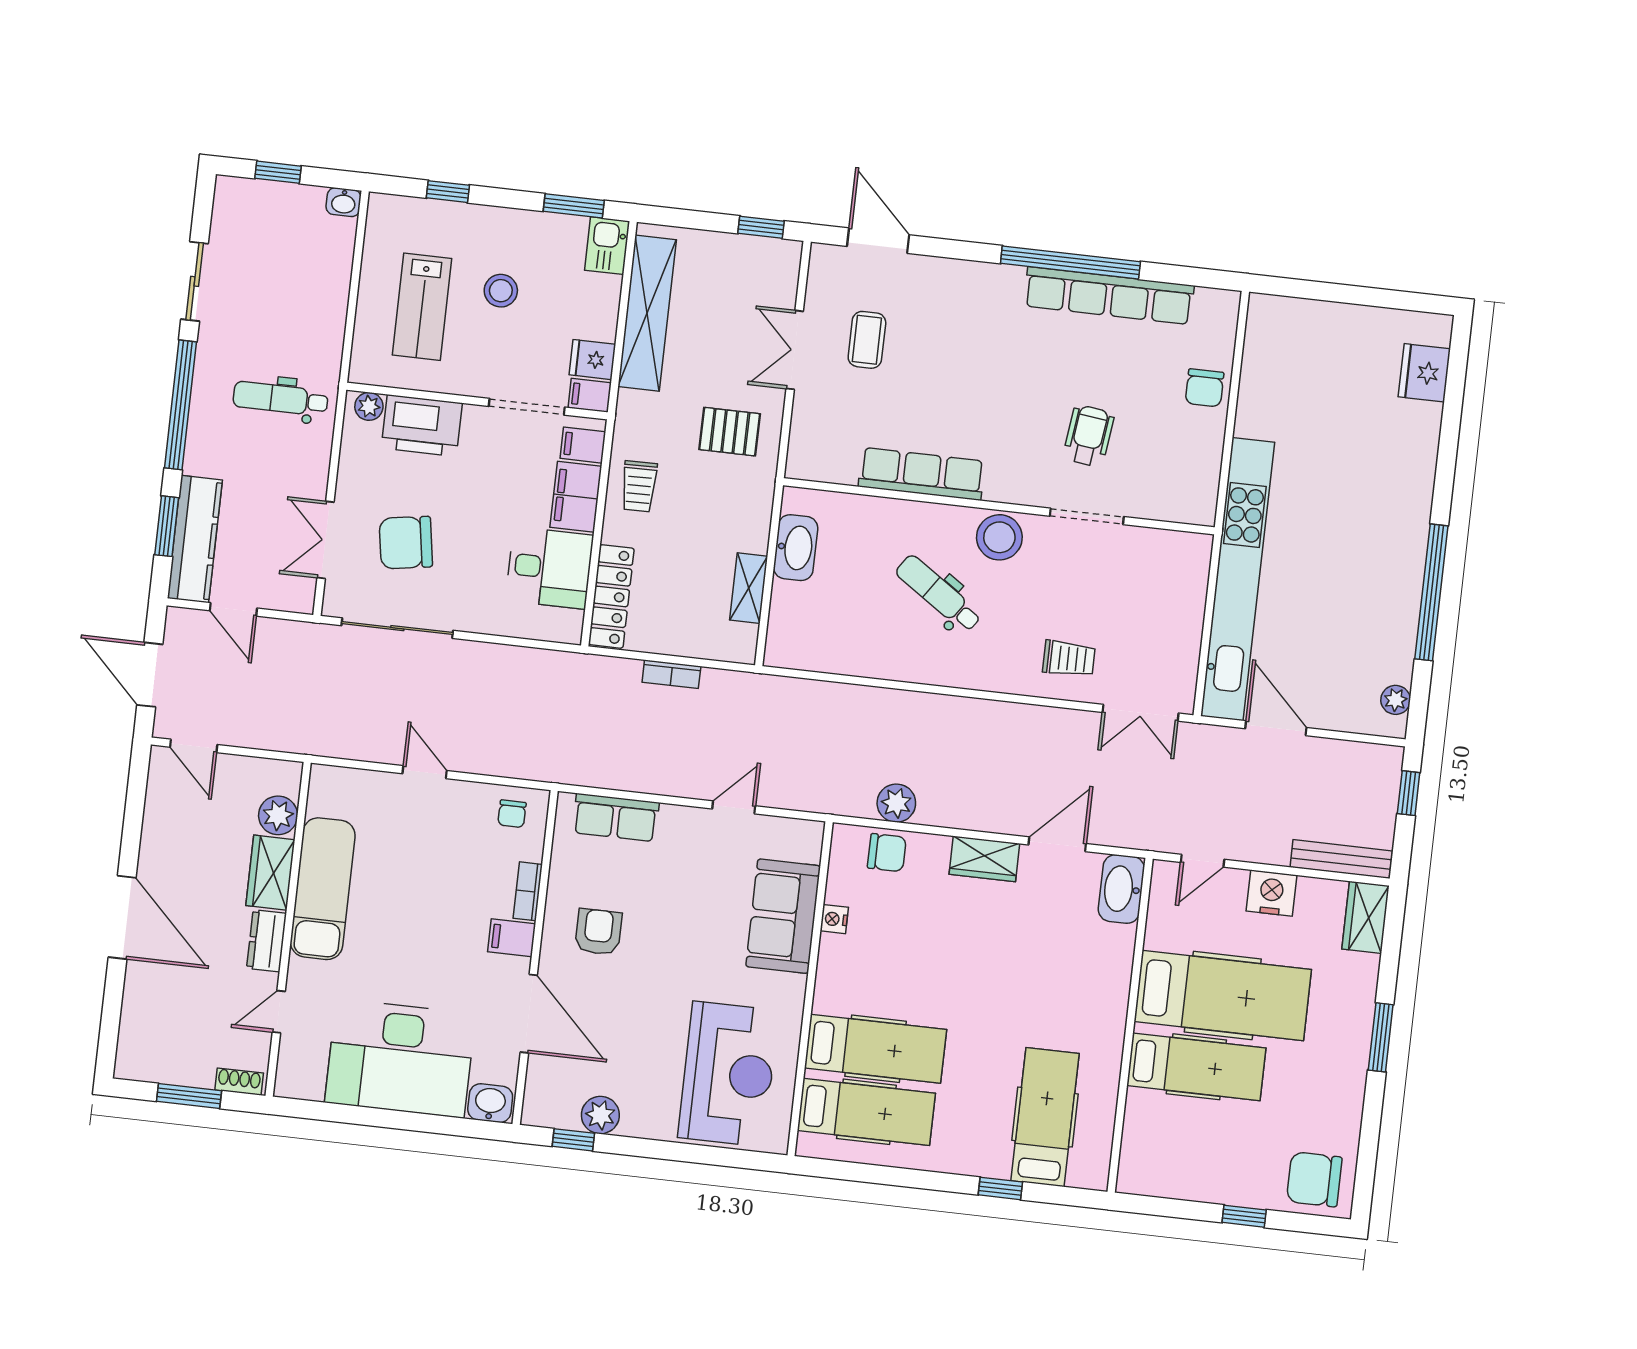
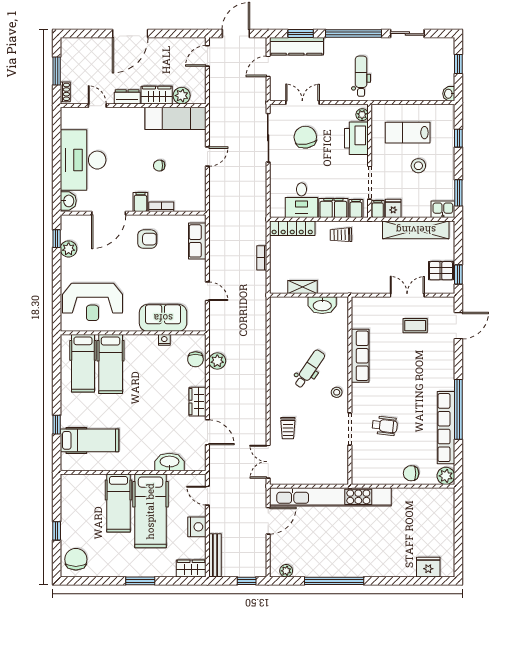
plant: (1220, 309) -> (446, 476), added
pallet: (730, 432) -> (441, 271), moved, turned 90
stool: (999, 537) -> (337, 392), width x0.53, depth x0.53
chair: (512, 814) -> (159, 166), moved
exam couch: (323, 889) -> (176, 118), moved
washbasin: (1121, 889) -> (169, 462), moved

